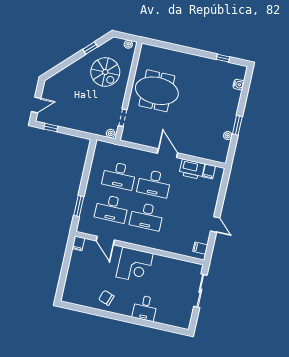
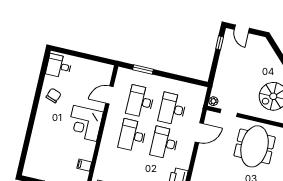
door: (168, 153) -> (199, 133), moved
filing cabinet: (78, 243) -> (84, 165), moved
desk: (145, 308) -> (59, 66), moved

